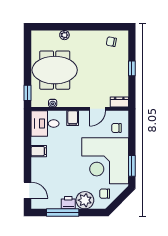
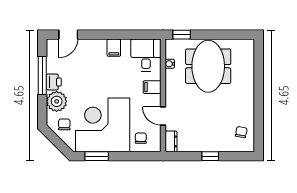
plant: (64, 35) -> (249, 78), removed

